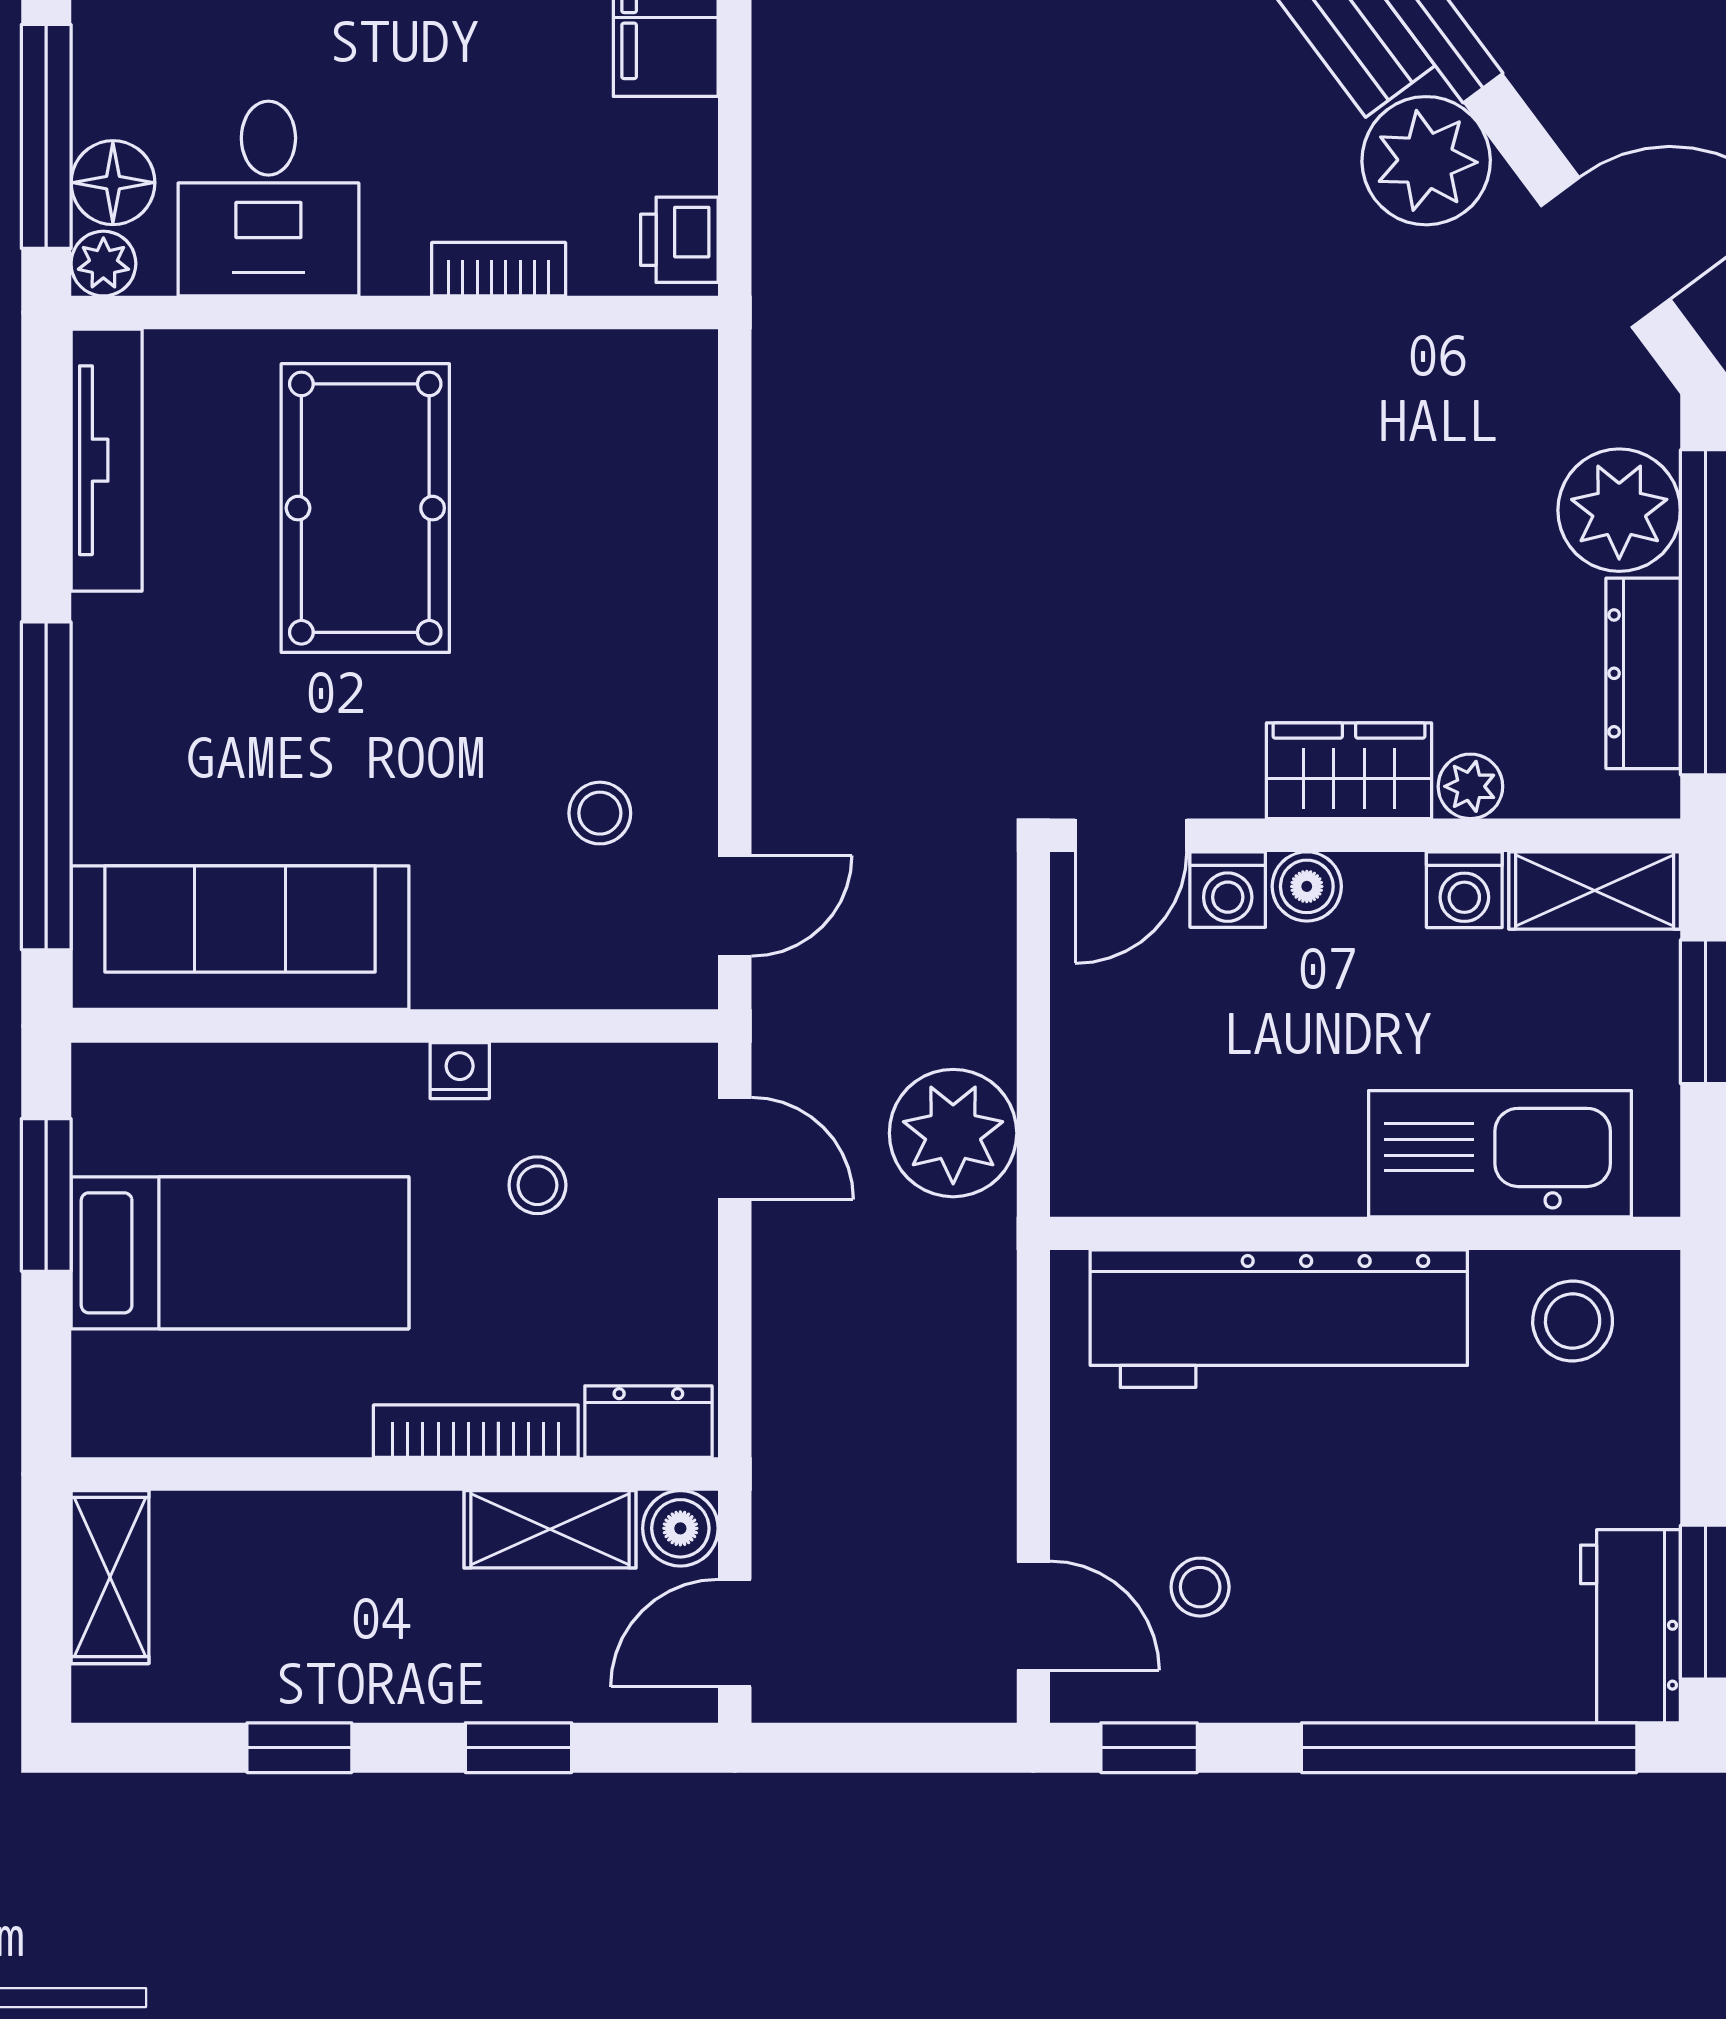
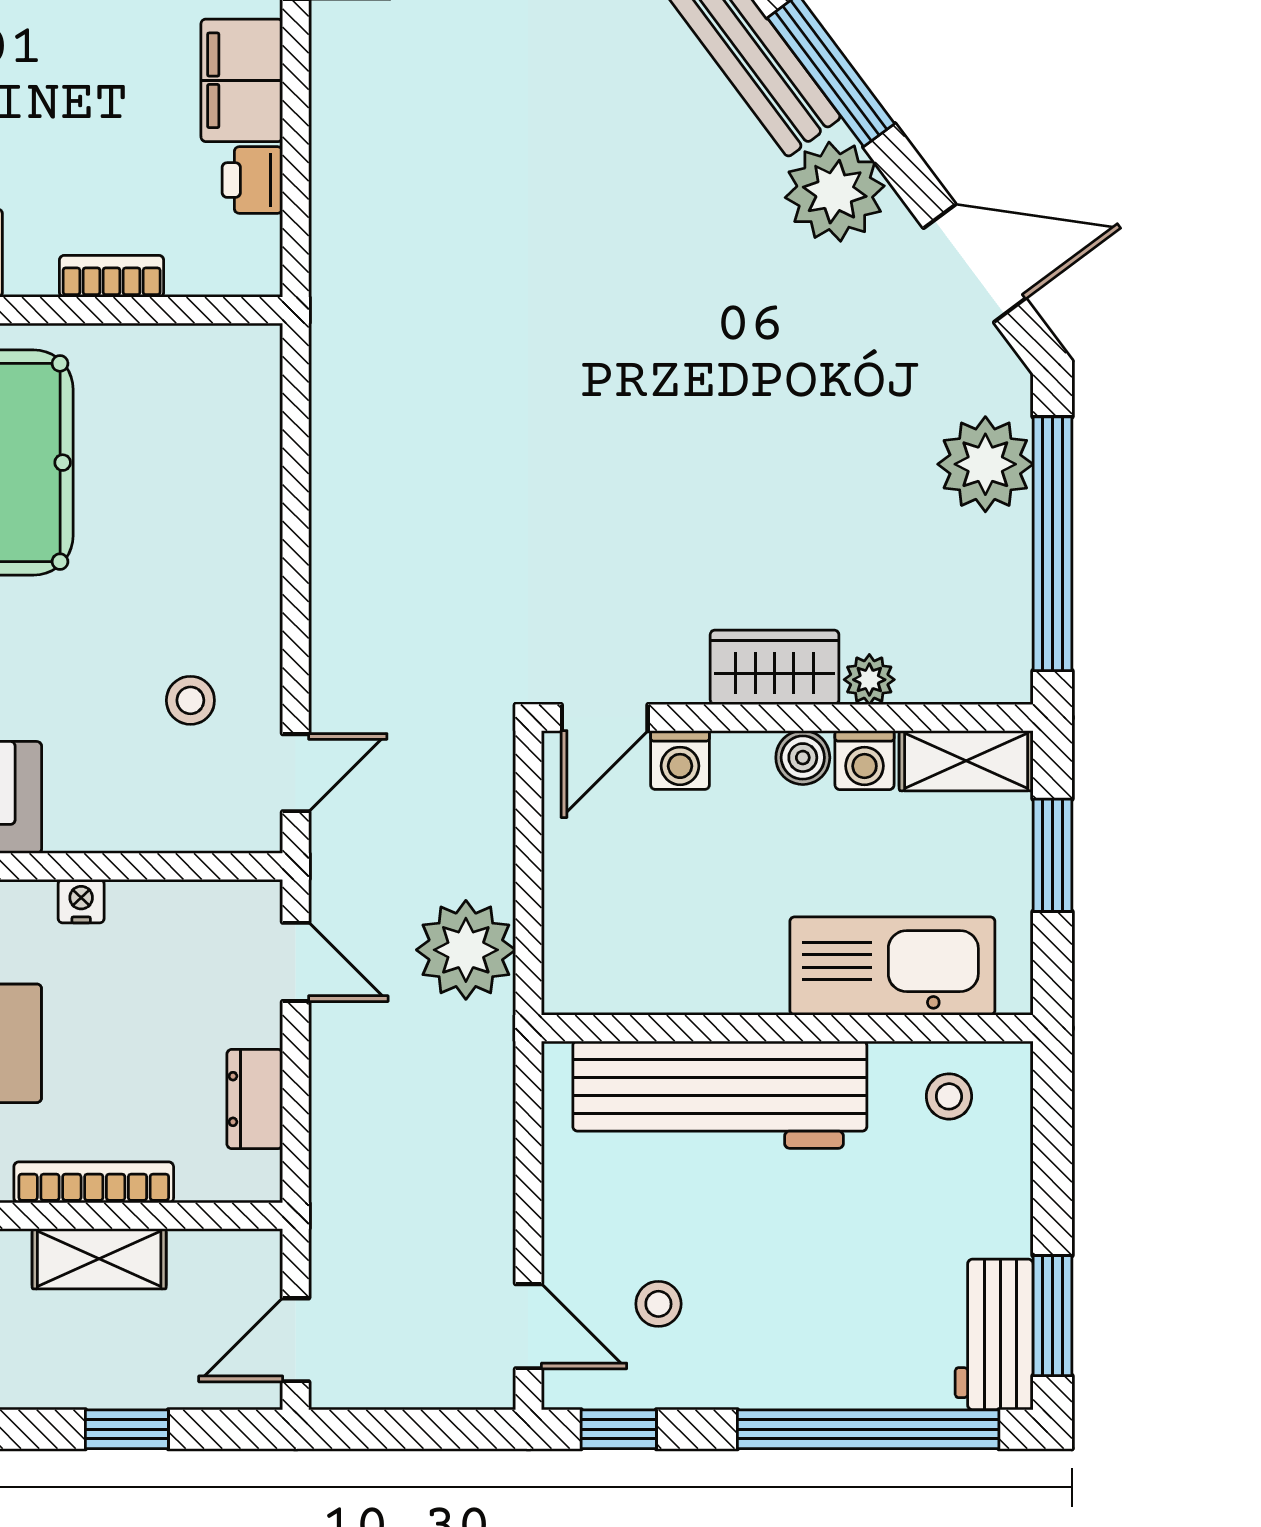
printer: (679, 240) -> (252, 180), moved
dresser: (1643, 673) -> (1004, 591), removed
boiler: (1307, 886) -> (803, 758), moved
stool: (537, 1185) -> (142, 991), removed
stool: (1573, 1321) -> (949, 1096), width x0.73, depth x0.73
dresser: (648, 1422) -> (255, 1099), moved, turned -90
boiler: (680, 1528) -> (253, 1258), removed
shelving: (550, 1529) -> (99, 1259), moved

